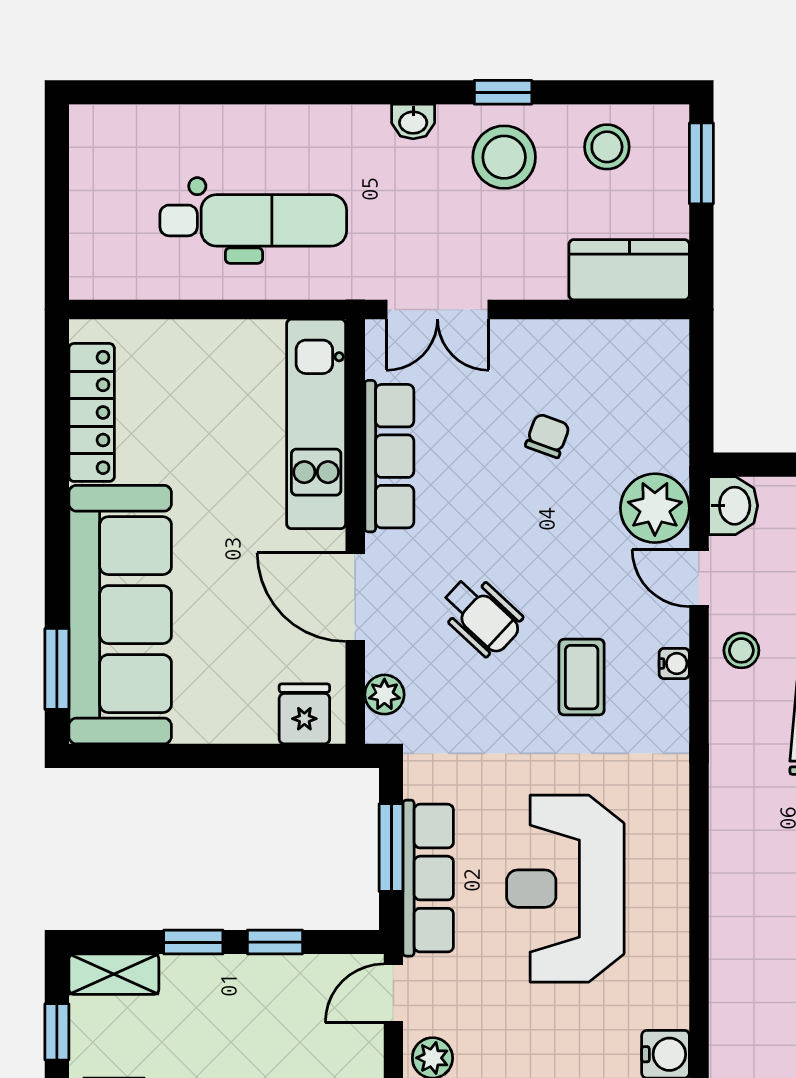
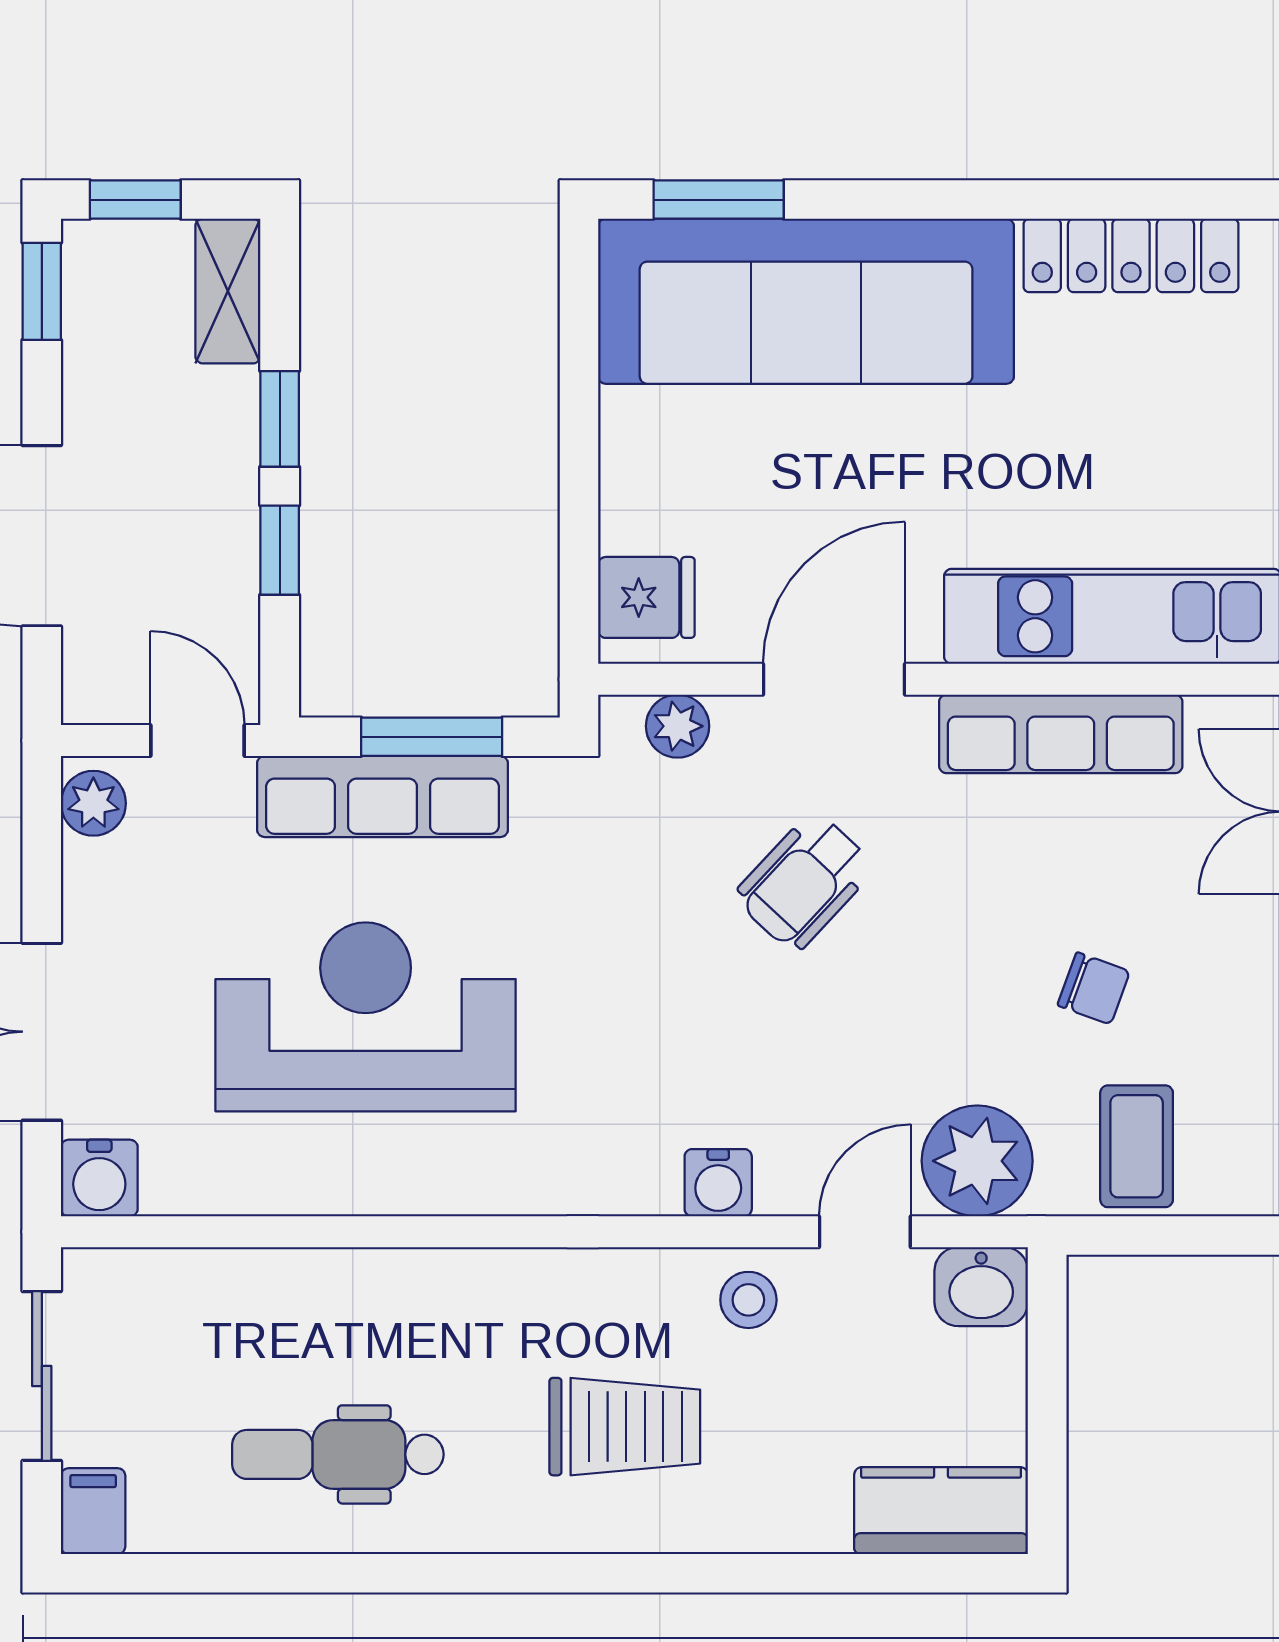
water cooler: (674, 663) -> (718, 1183), width x1.38, depth x1.38
coffee table: (582, 677) -> (1137, 1146), moved, turned 90

